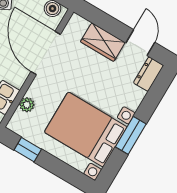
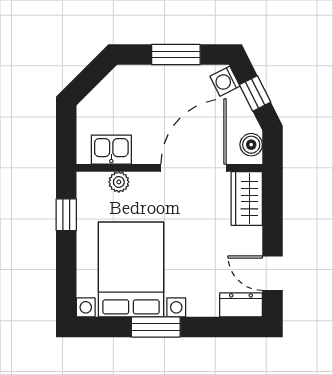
wardrobe: (103, 42) -> (247, 199), moved
door: (140, 43) -> (273, 273), swing flipped

